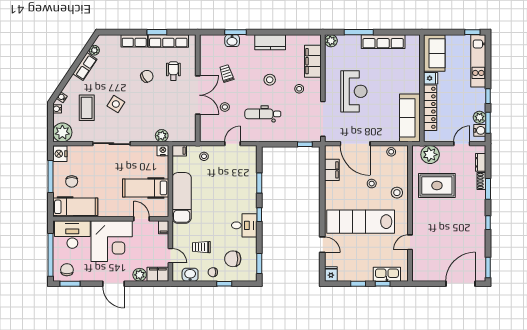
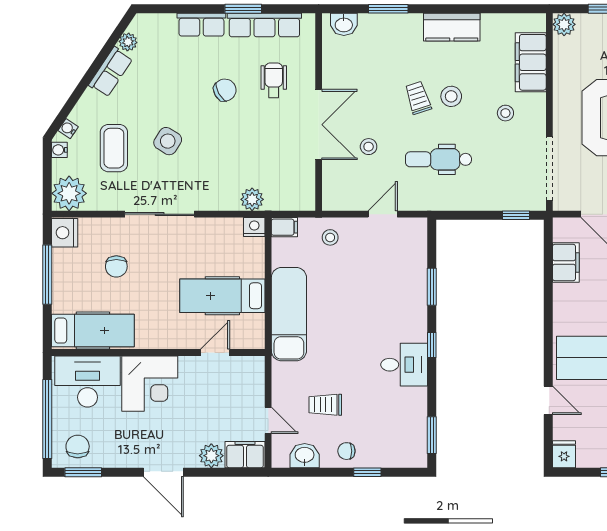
washbasin: (232, 41) -> (344, 24), moved
trolley: (226, 73) -> (418, 98), moved
chair: (72, 181) -> (116, 266), moved
door: (142, 219) -> (215, 352), hinge flipped
filing cabinet: (164, 227) -> (256, 368), removed
corner desk: (112, 241) -> (150, 384), width x0.74, depth x0.74
chair: (233, 259) -> (383, 426), removed

